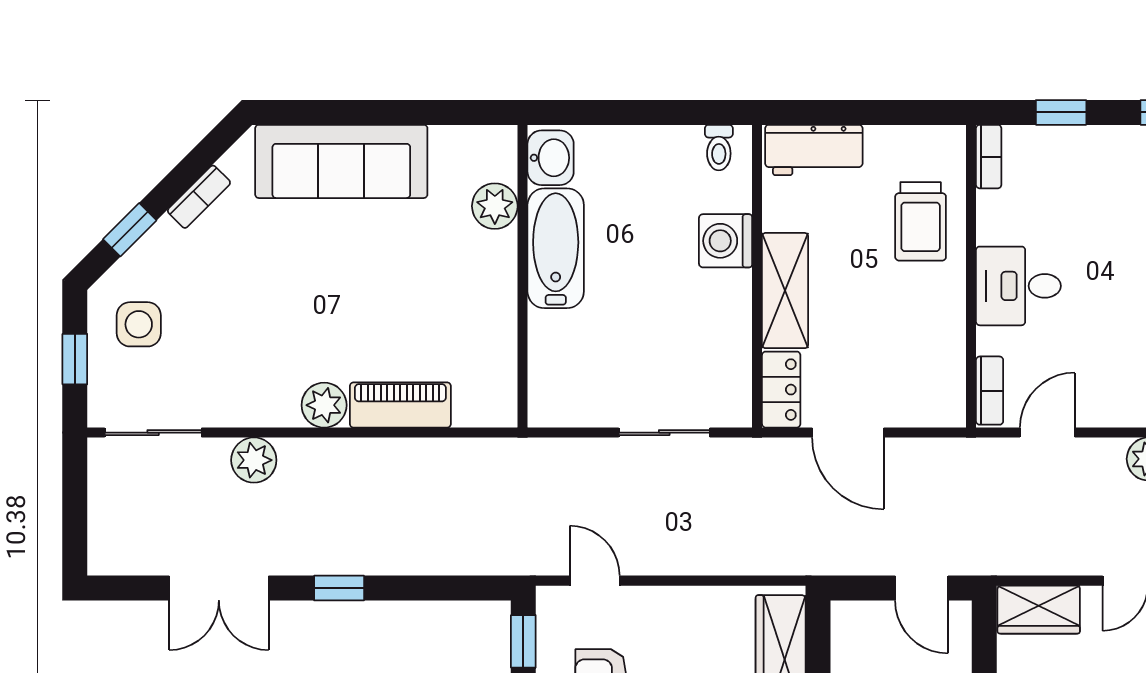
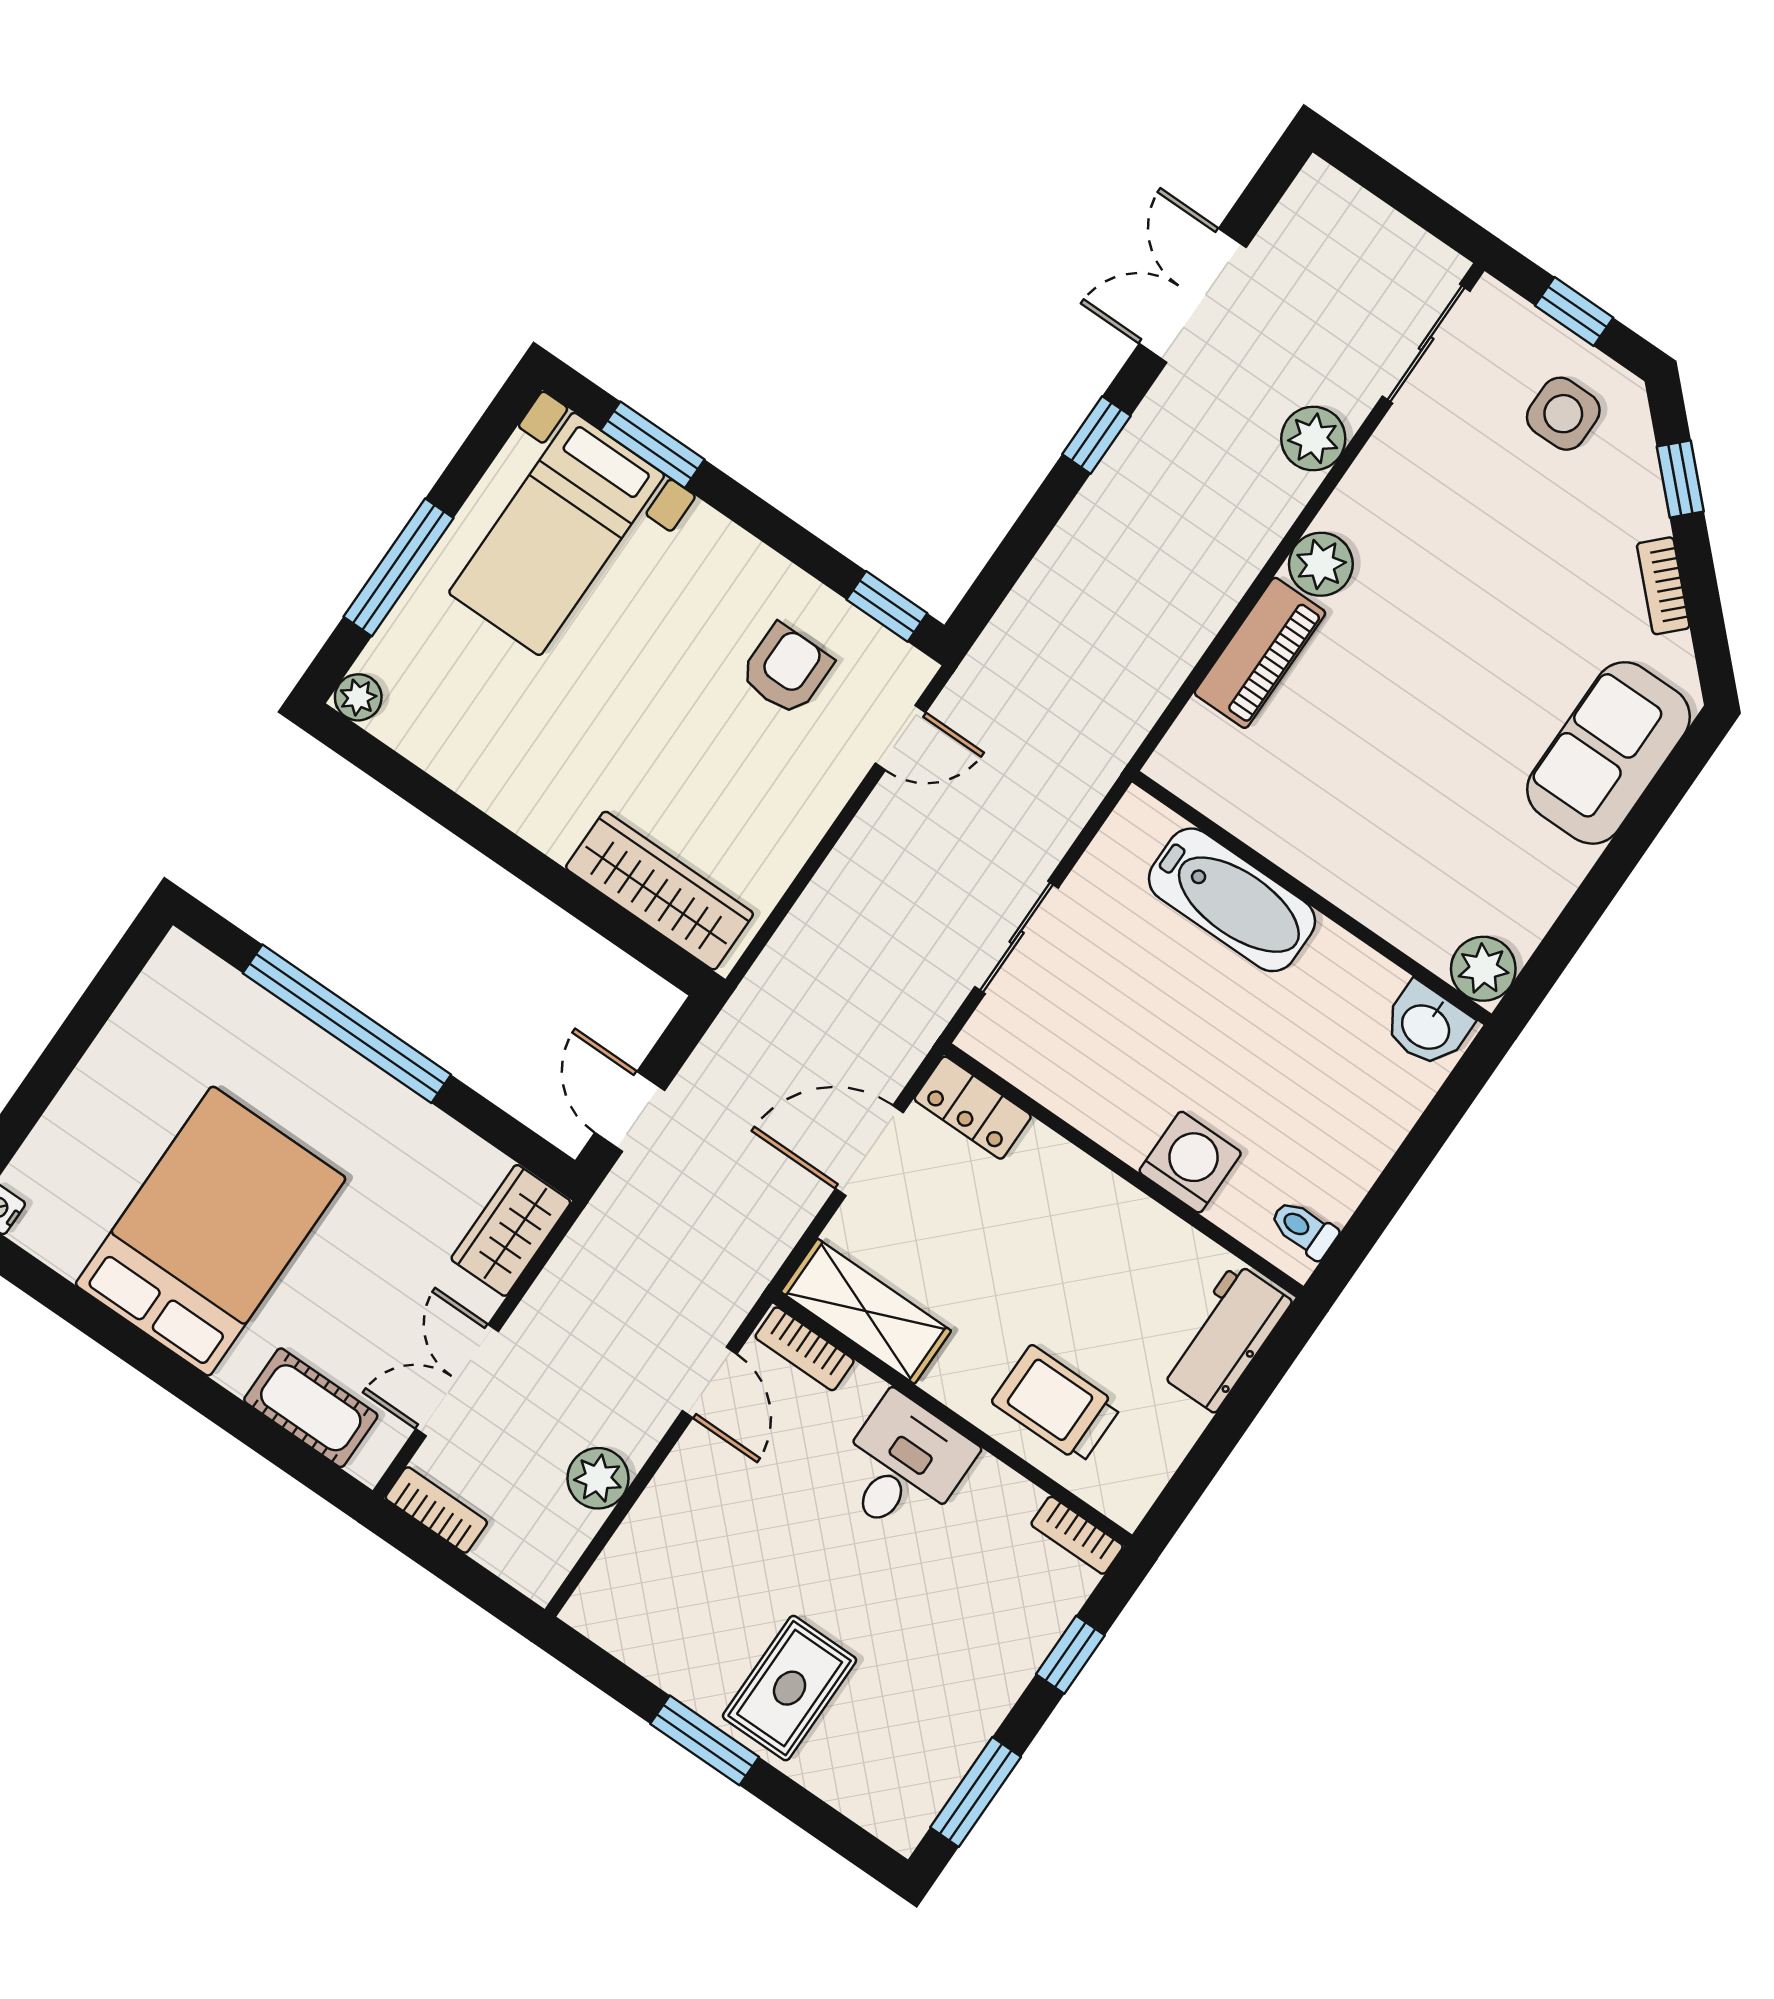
sofa: (341, 161) -> (1608, 753), width x0.73
plant: (495, 206) -> (1483, 969), moved
bathtub: (556, 248) -> (1232, 900), moved
shelving: (785, 291) -> (866, 1311), moved
door: (922, 588) -> (630, 1112), hinge flipped

